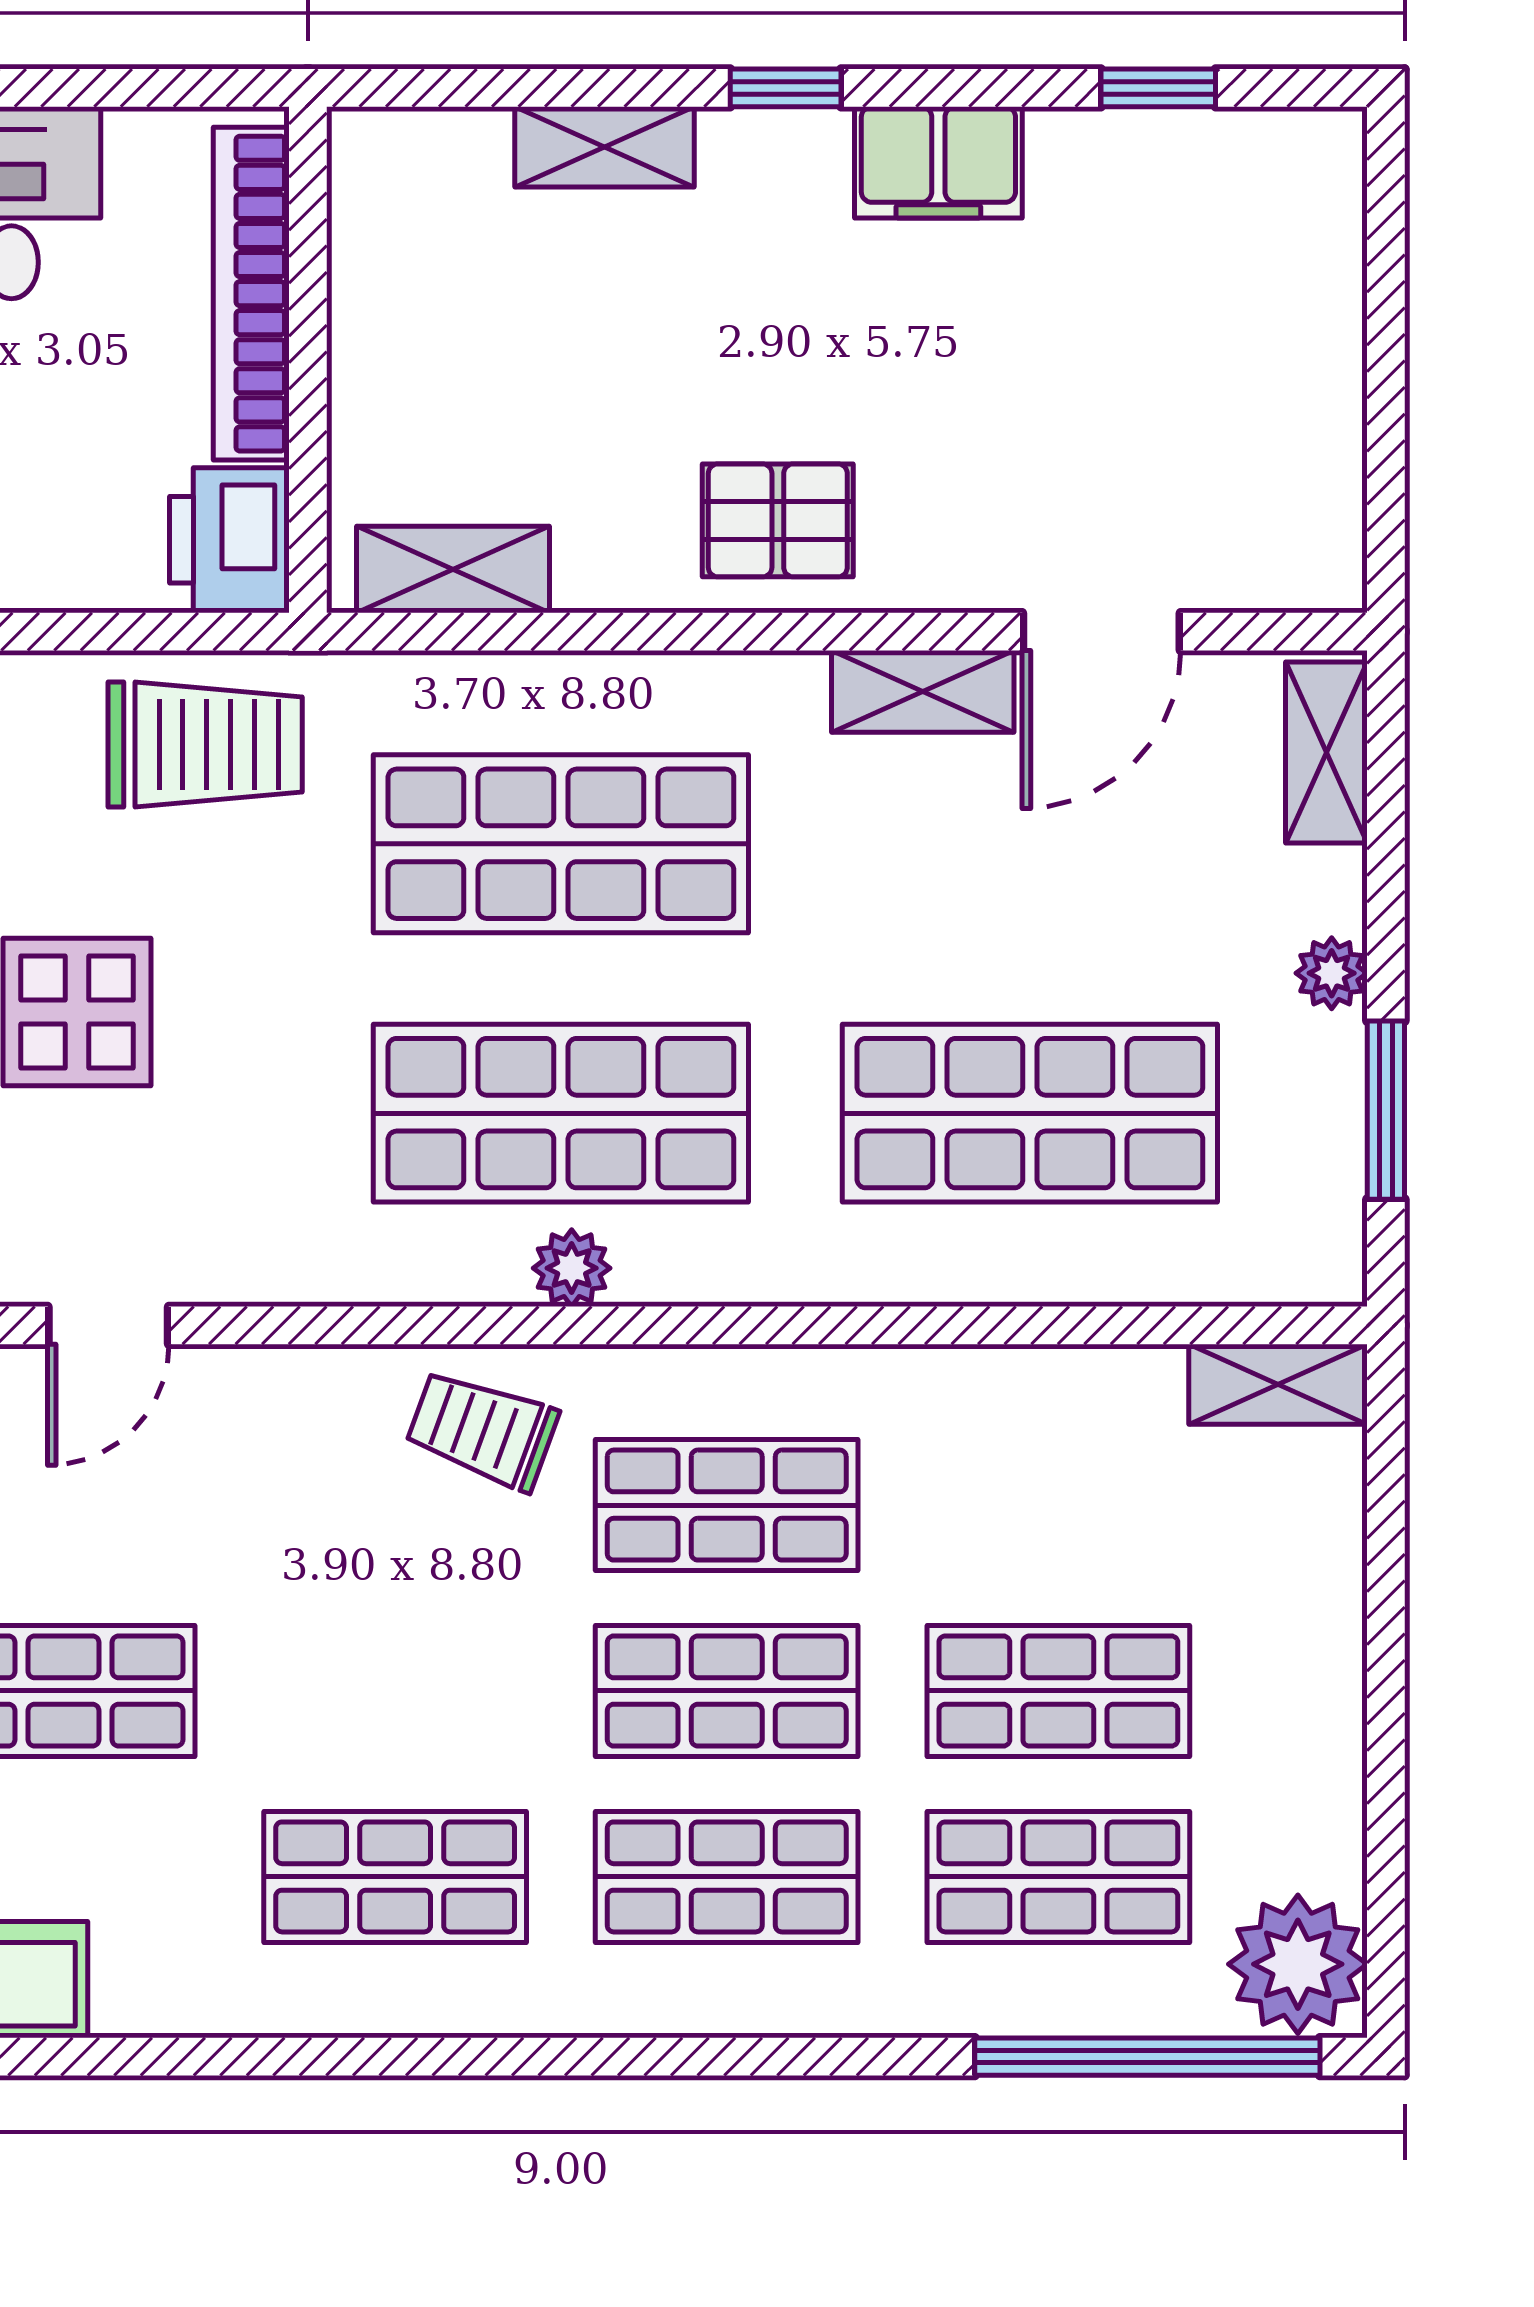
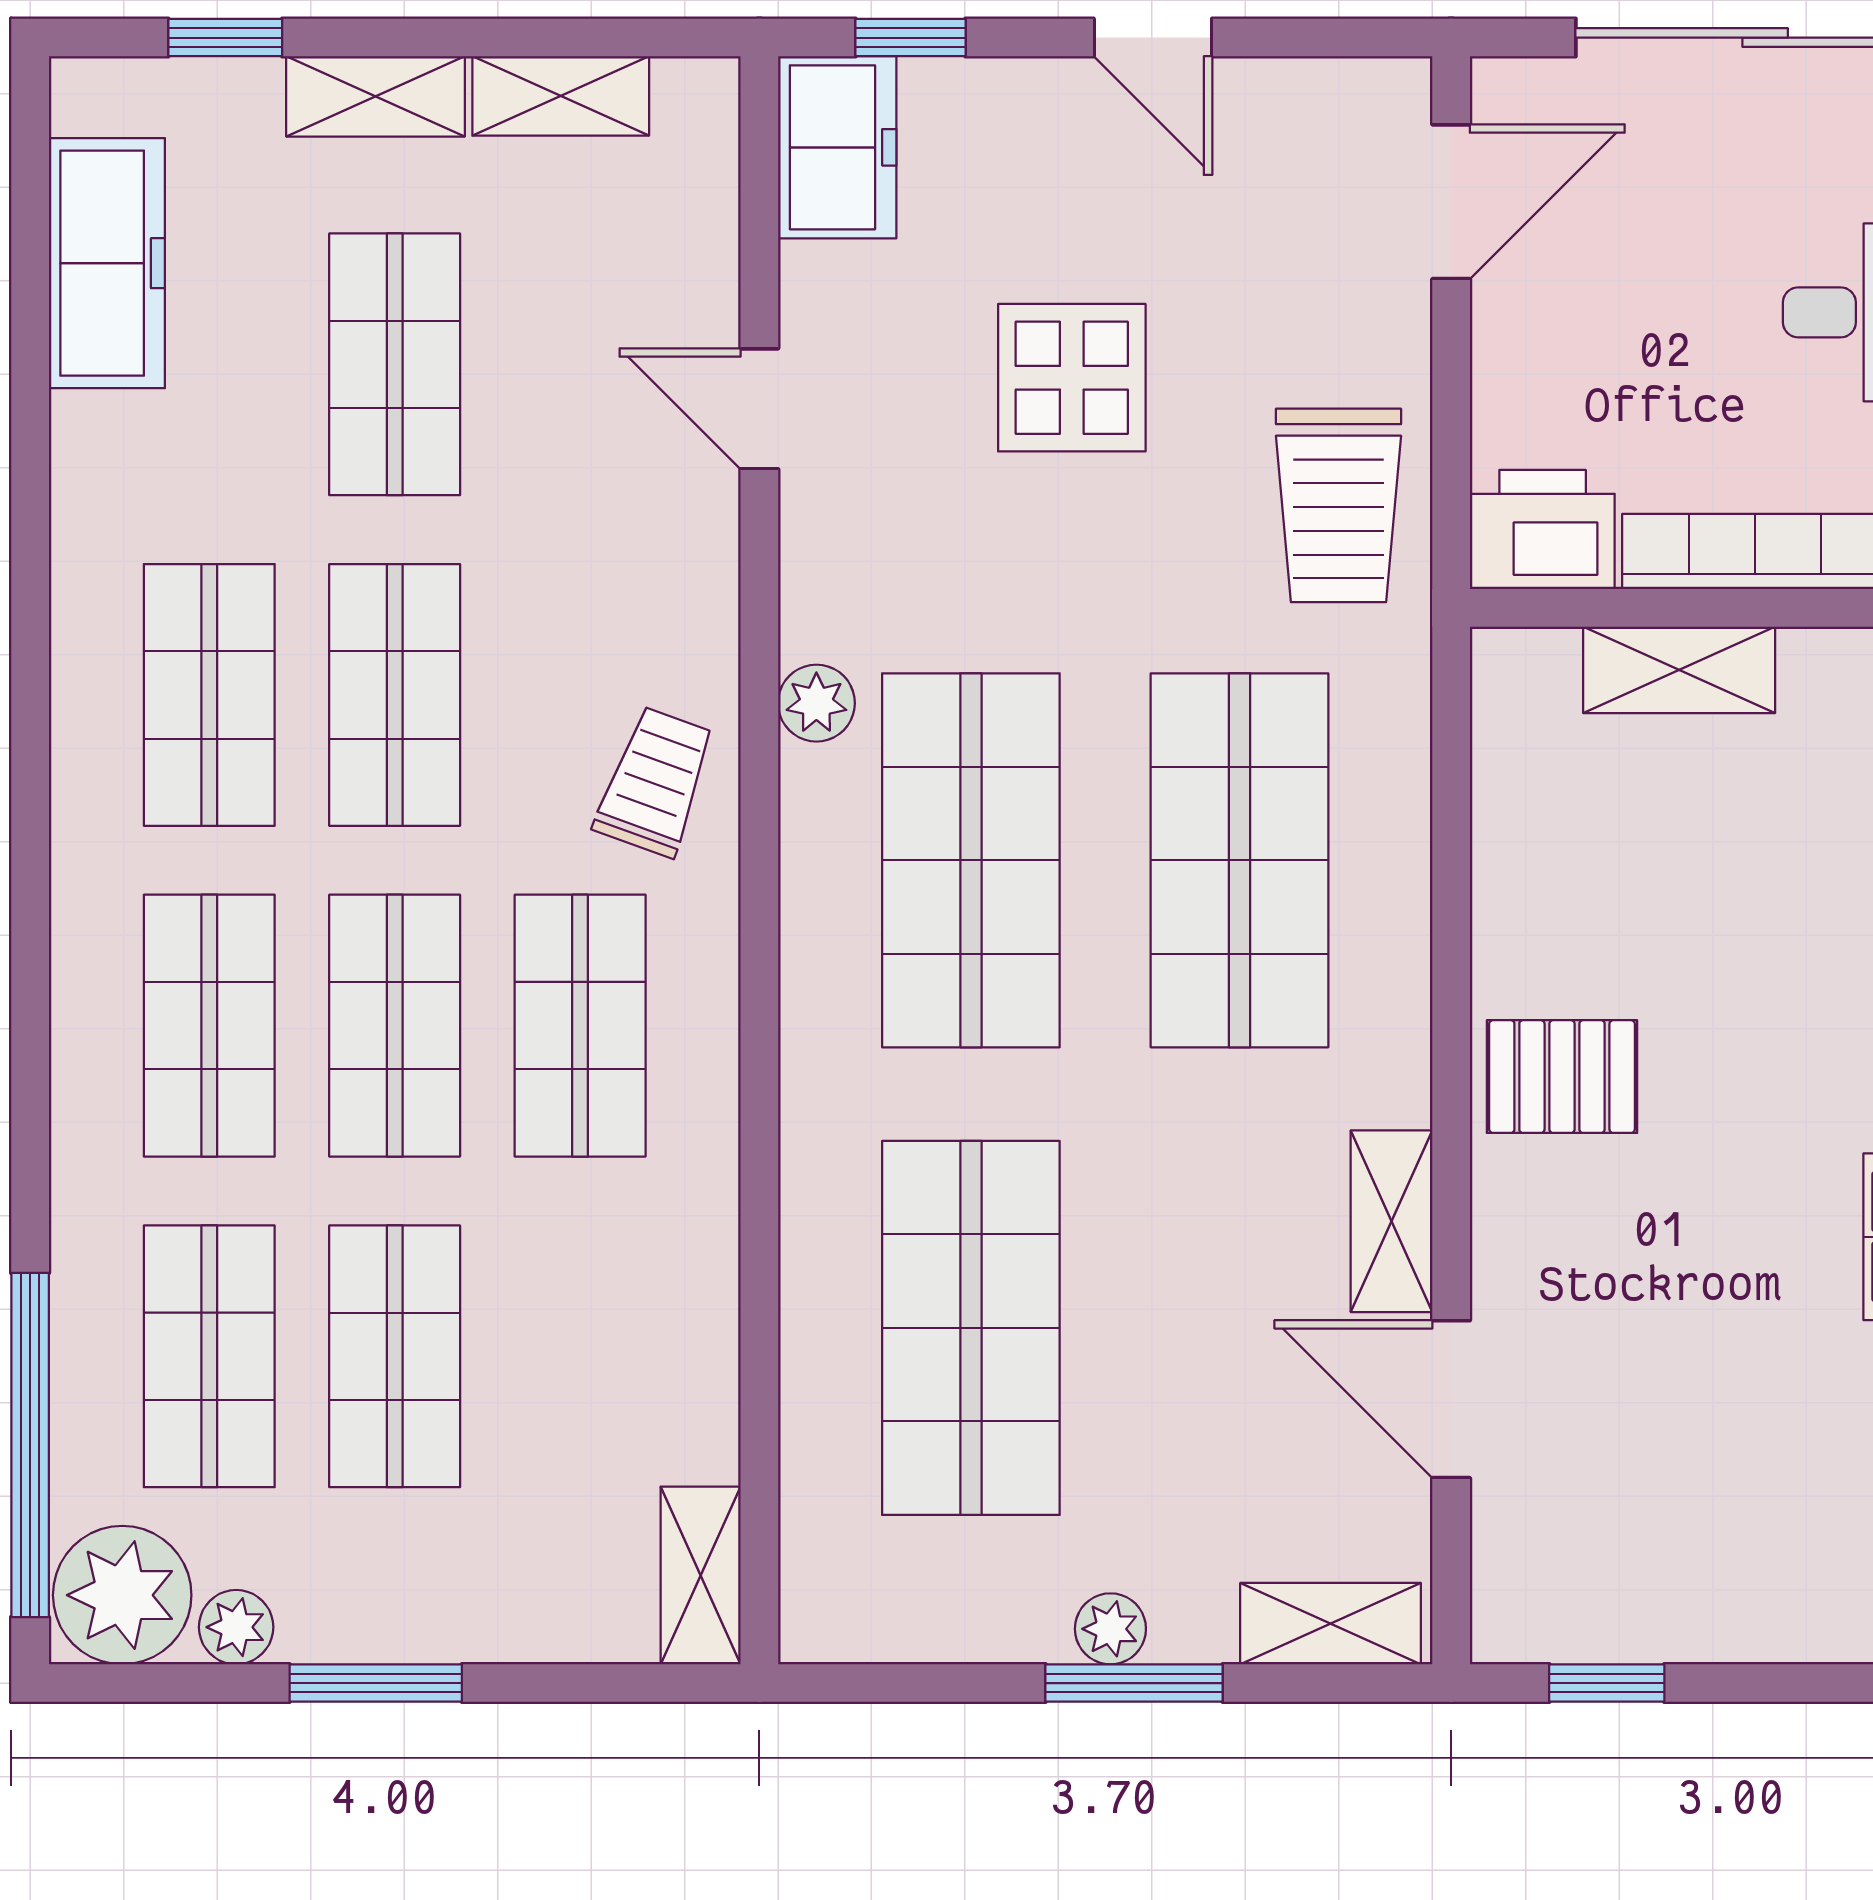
window: (1386, 475) -> (1607, 1683), added
pallet: (778, 520) -> (1562, 1077), turned 90
shelving: (453, 569) -> (1679, 670), moved, turned 90
window: (1386, 1110) -> (1134, 1683), moved
plant: (572, 1268) -> (816, 703), moved
shop shelf: (395, 1691) -> (395, 695), added
window: (1386, 1710) -> (376, 1683), added
plant: (1330, 1850) -> (236, 1627), added

